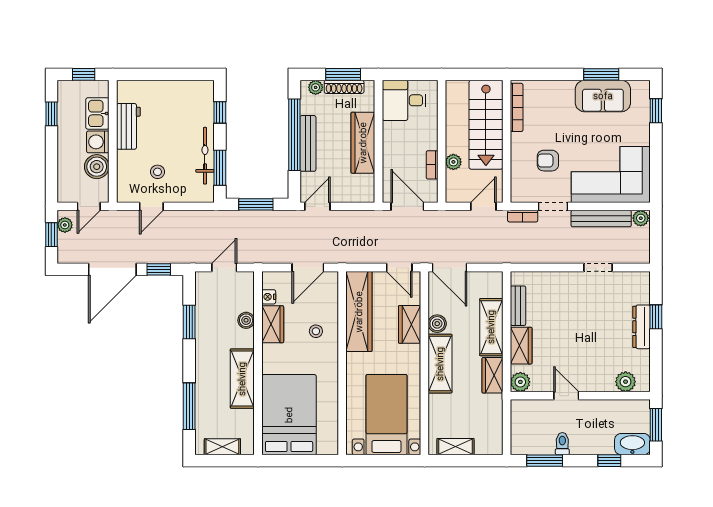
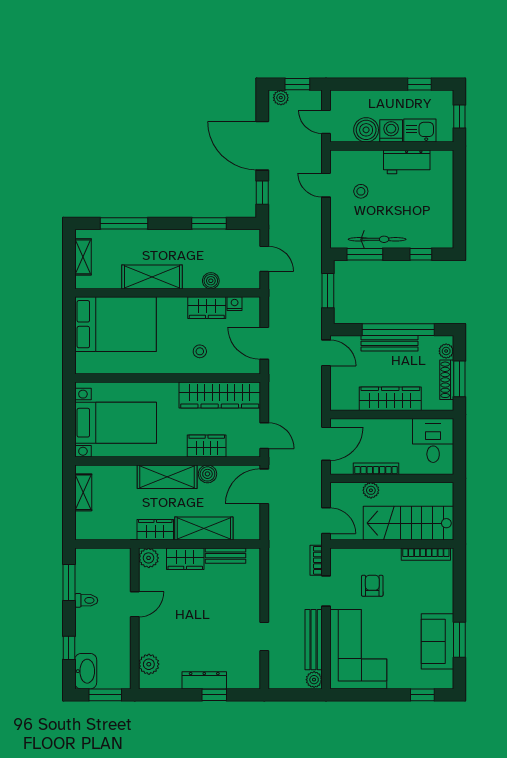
bookcase: (432, 165) -> (376, 469), width x1.56
plant: (65, 225) -> (281, 98), moved
door: (399, 268) -> (264, 436), swing flipped

